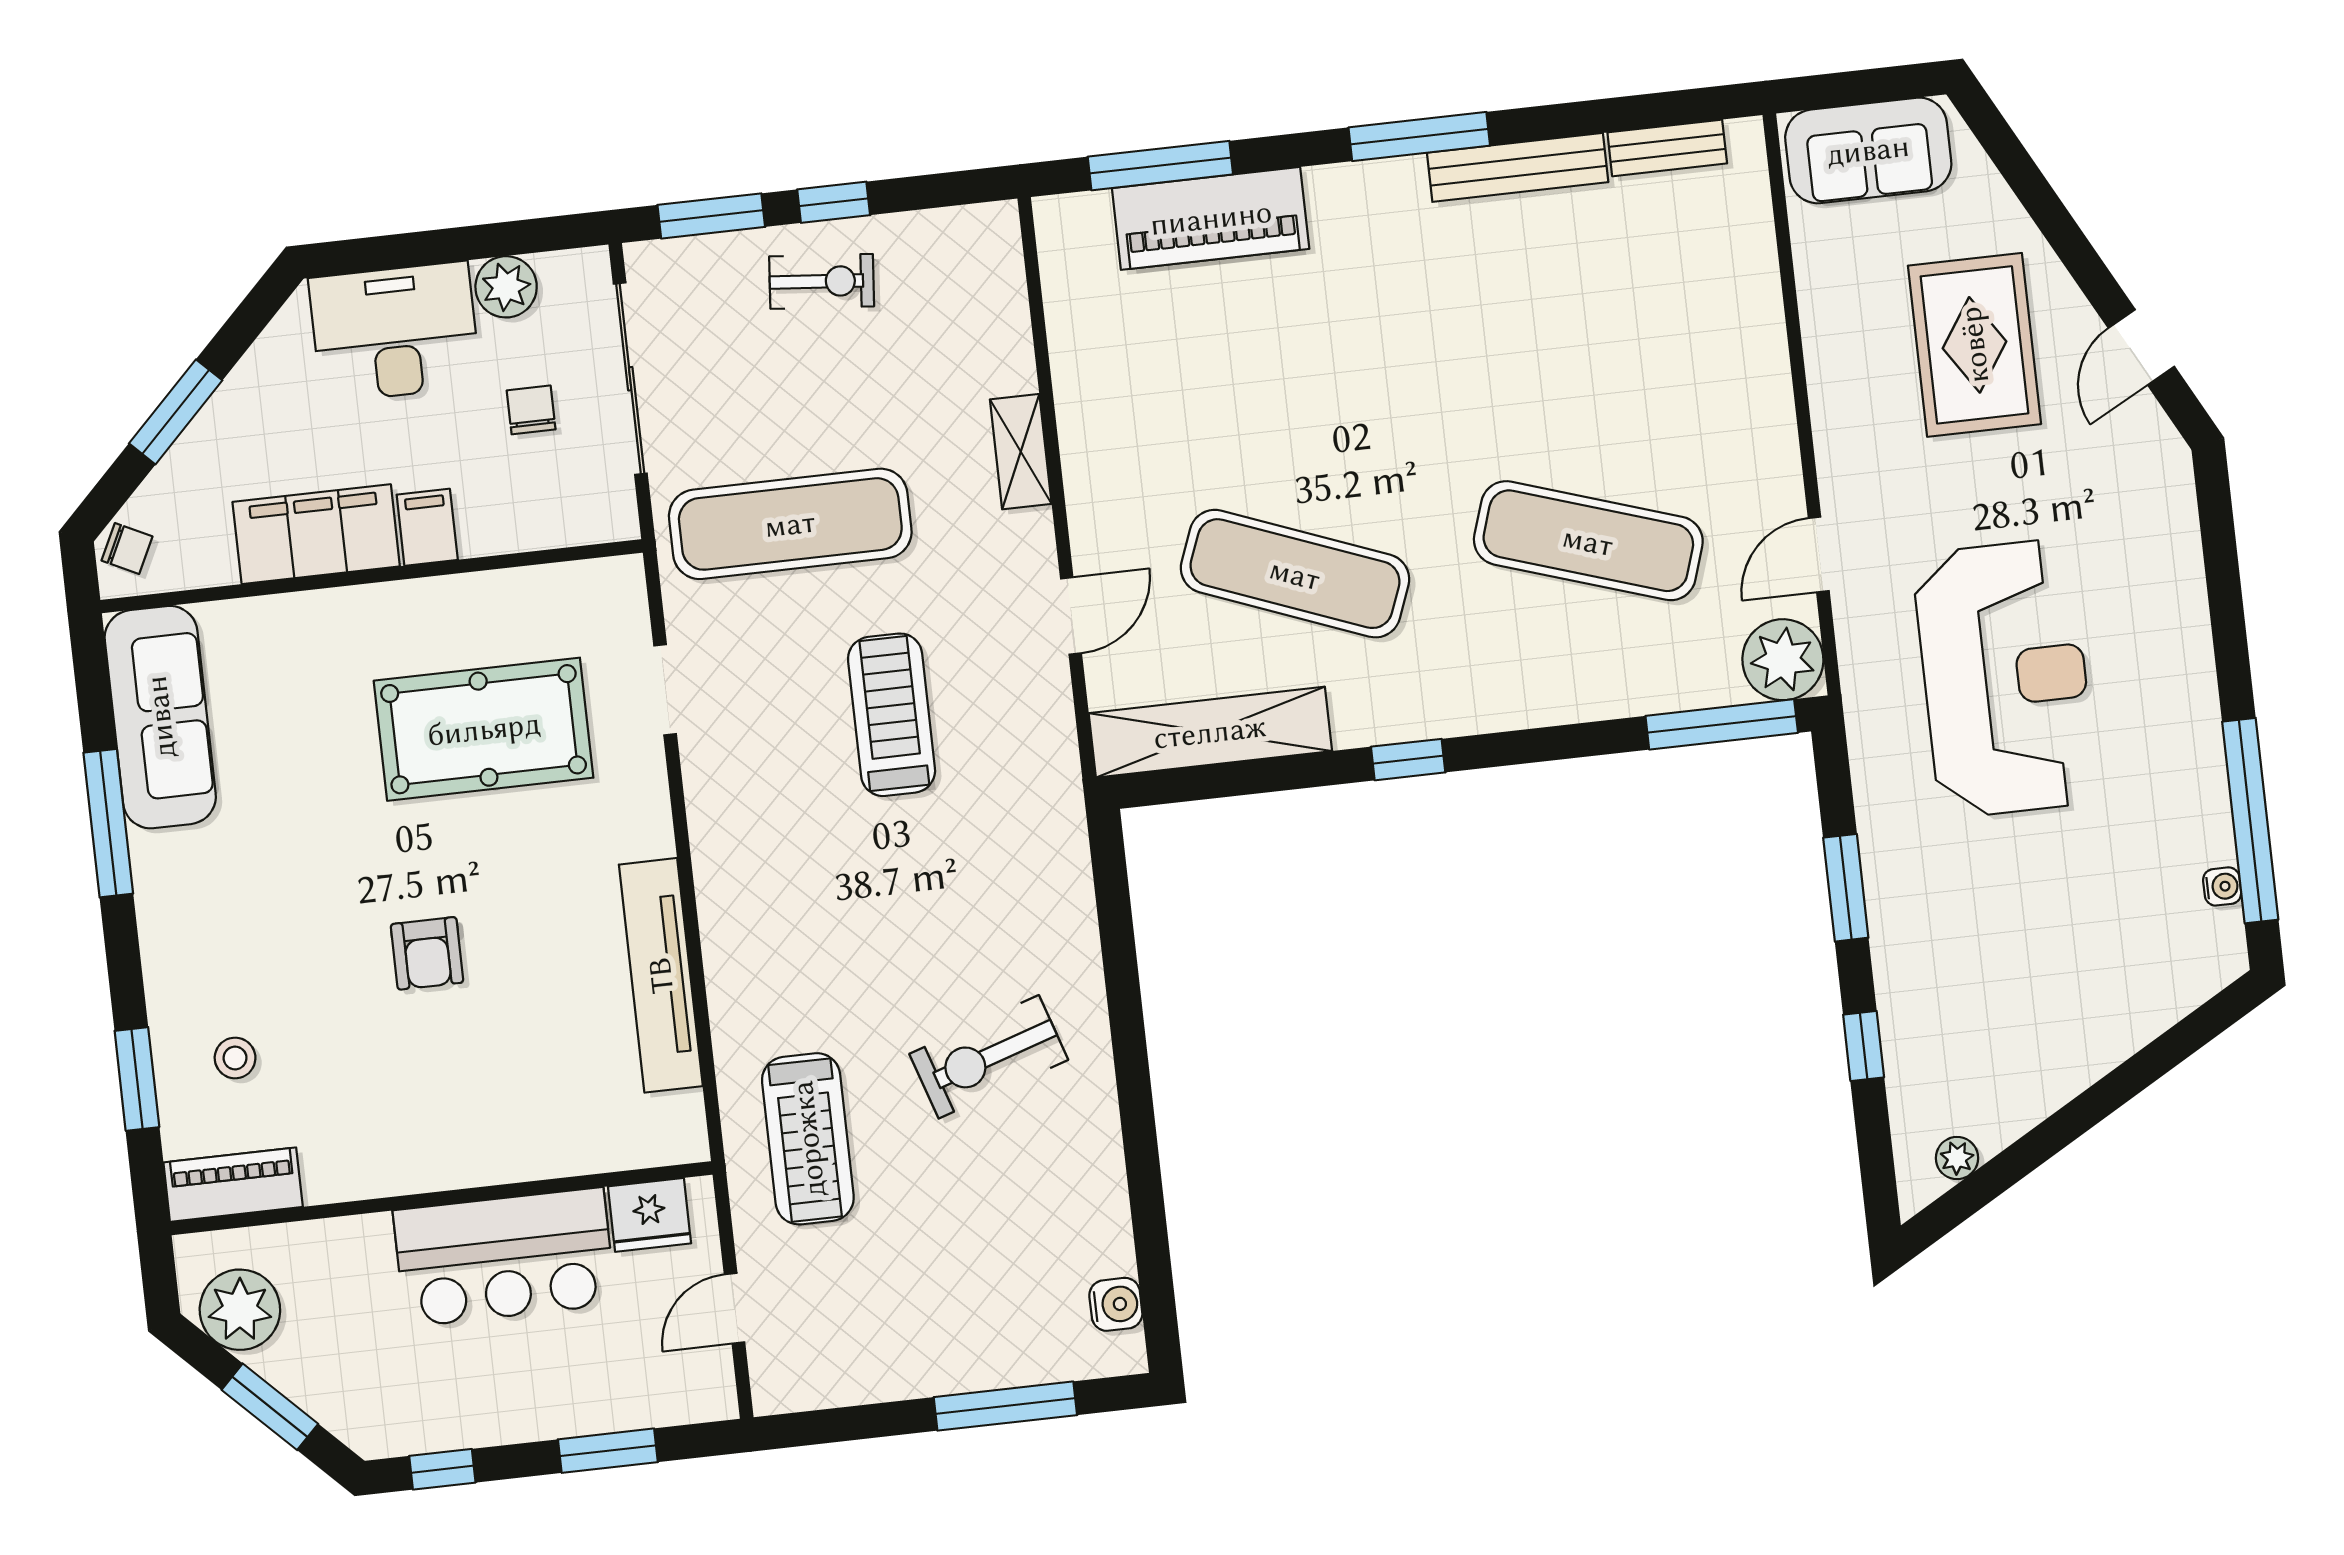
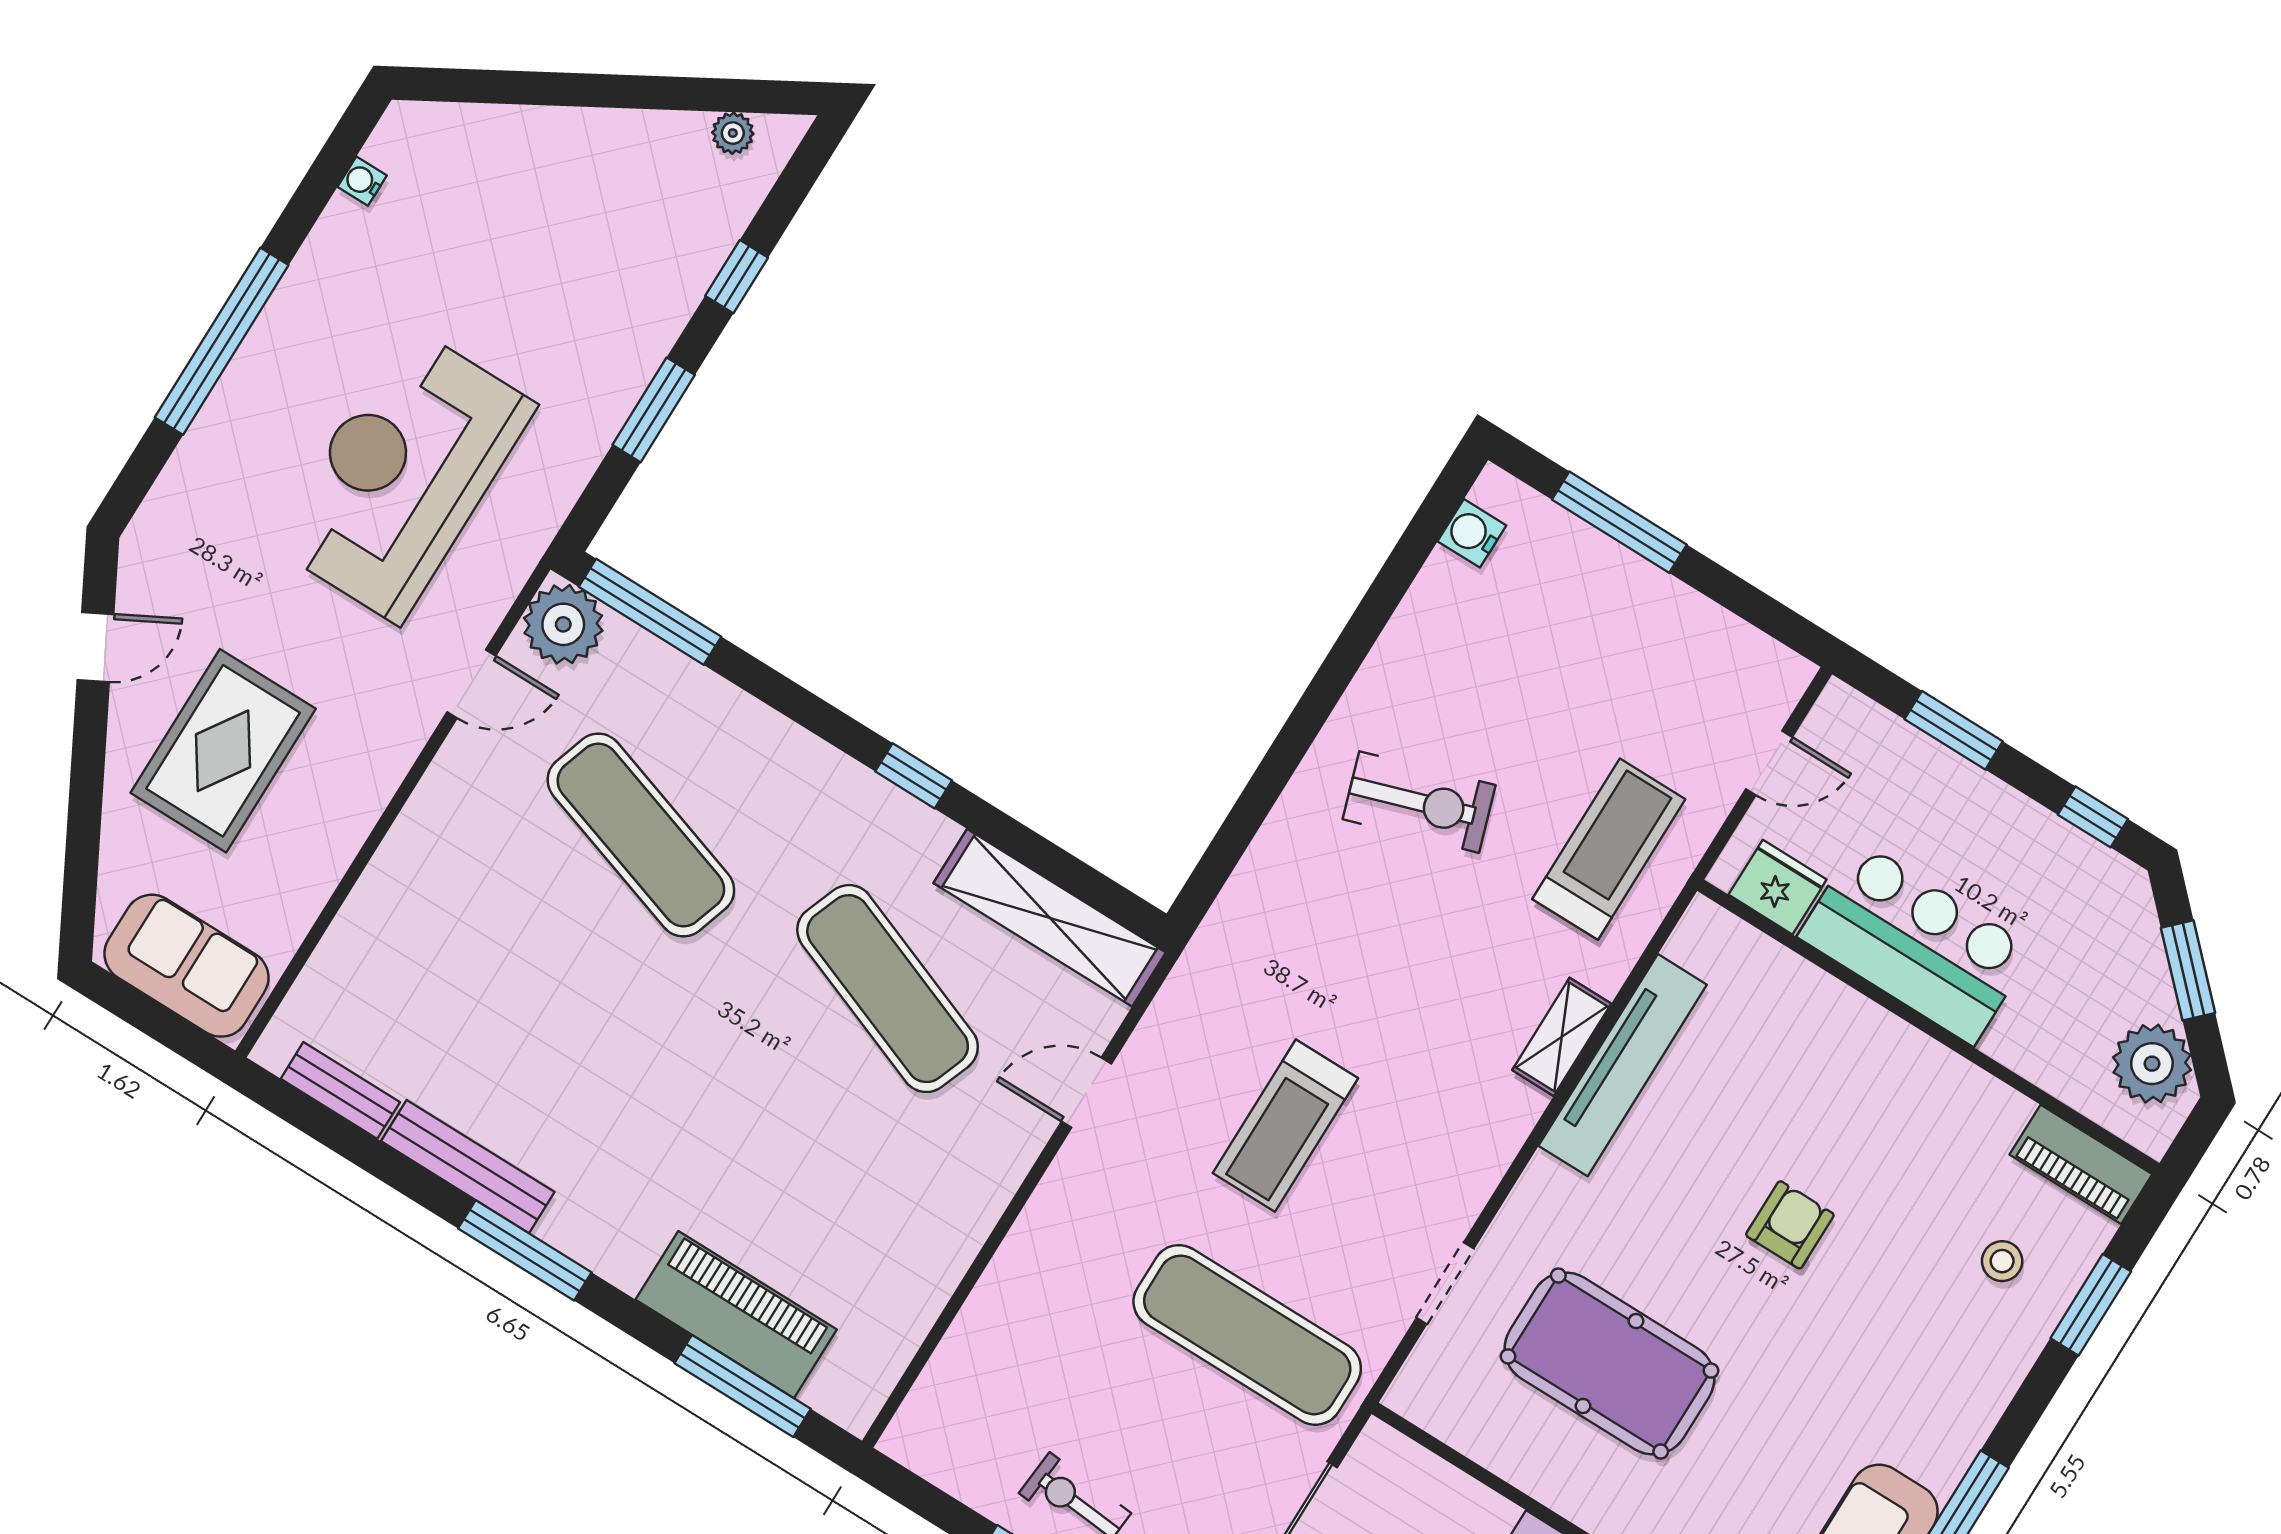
shelving: (1021, 452) -> (1562, 1037), moved
window: (2250, 821) -> (222, 341), moved

